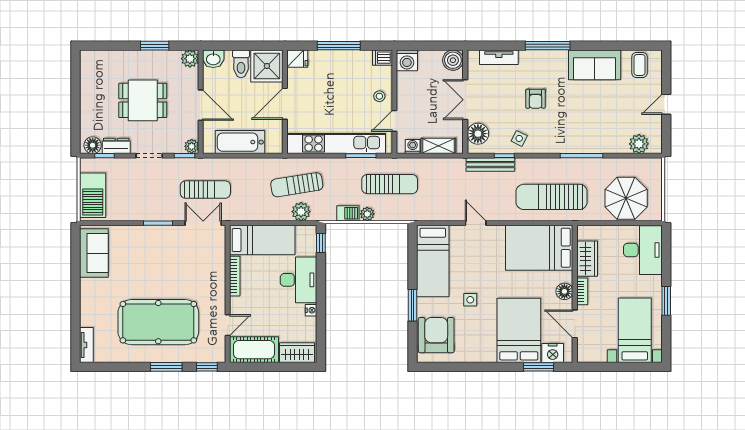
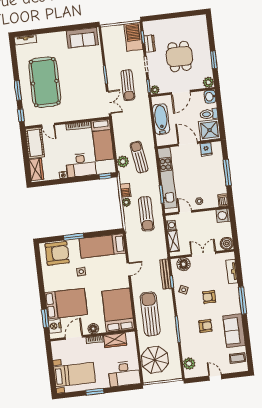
fridge: (297, 59) -> (206, 149), moved
armchair: (582, 110) -> (205, 326), added
floor lamp: (93, 145) -> (148, 29), removed
sun lounger: (205, 190) -> (128, 85), moved
barbecue: (93, 195) -> (133, 37), moved, turned 90

